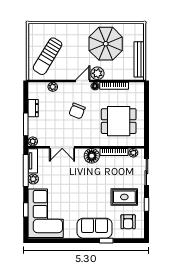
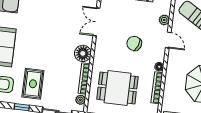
plant: (97, 73) -> (173, 71), removed
door: (83, 81) -> (168, 40), moved
dining table: (119, 121) -> (117, 88), turned 90

